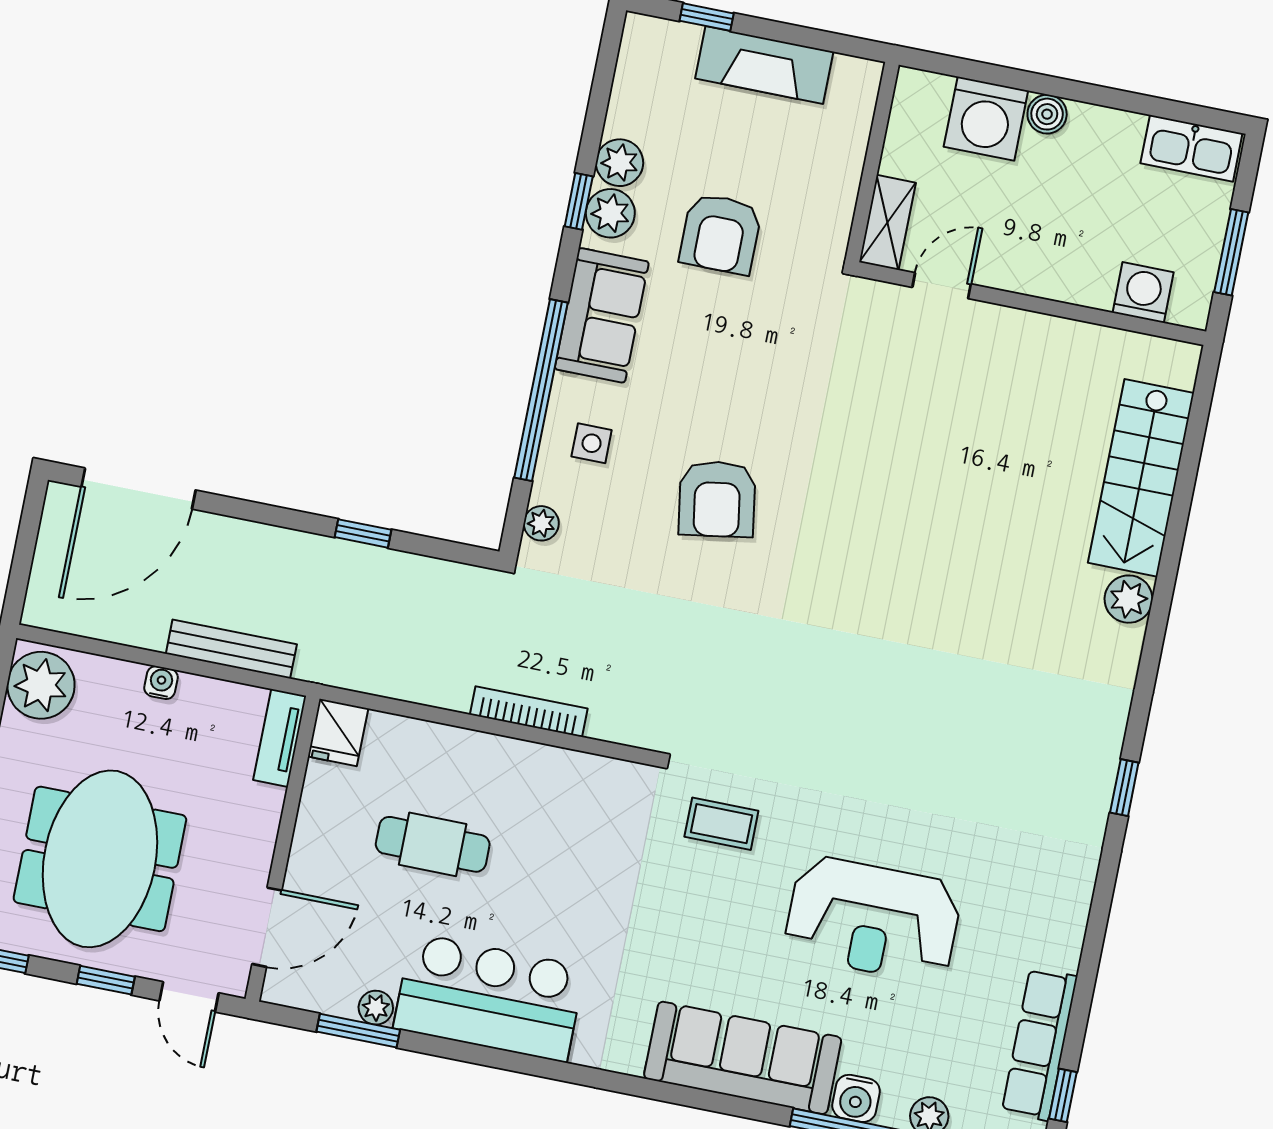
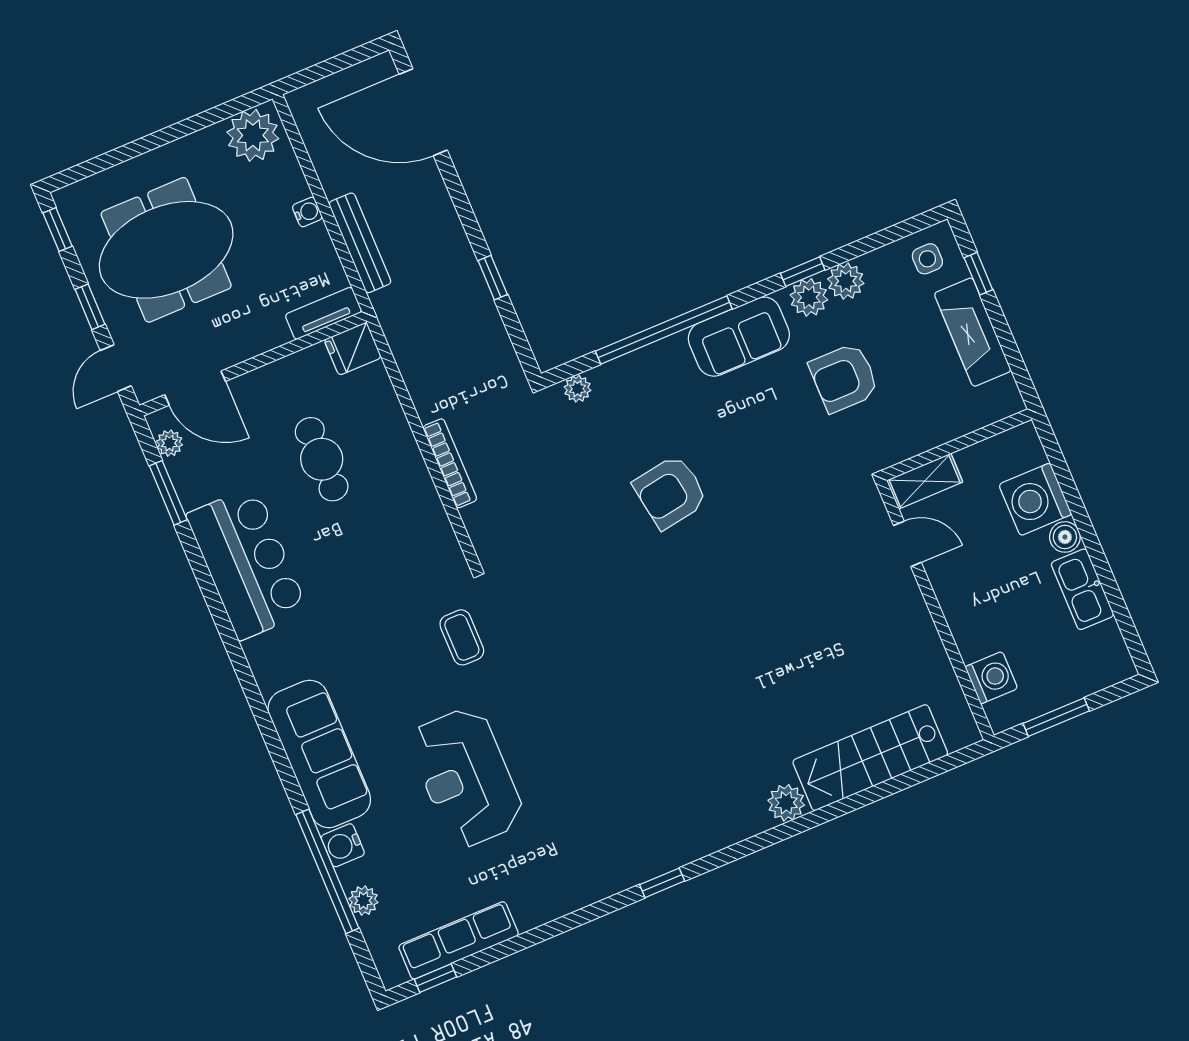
kitchen sink: (1191, 148) -> (1082, 589), moved
side table: (592, 443) -> (927, 259), moved
plant: (376, 1008) -> (169, 443), moved

